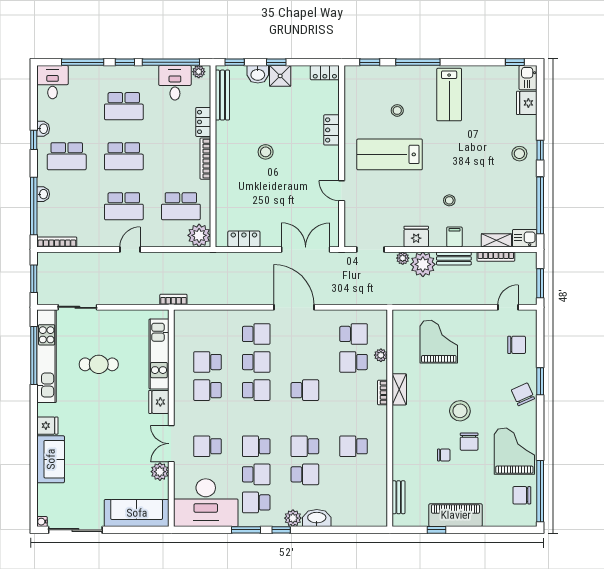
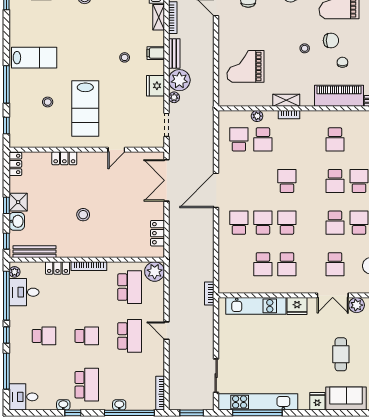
school desk: (124, 106) -> (44, 336), width x0.54
school desk: (124, 156) -> (87, 336), width x0.54
cafe table: (99, 364) -> (341, 354), moved
stool: (460, 411) -> (305, 48), width x0.53, depth x0.53
piano: (405, 451) -> (339, 96), added

